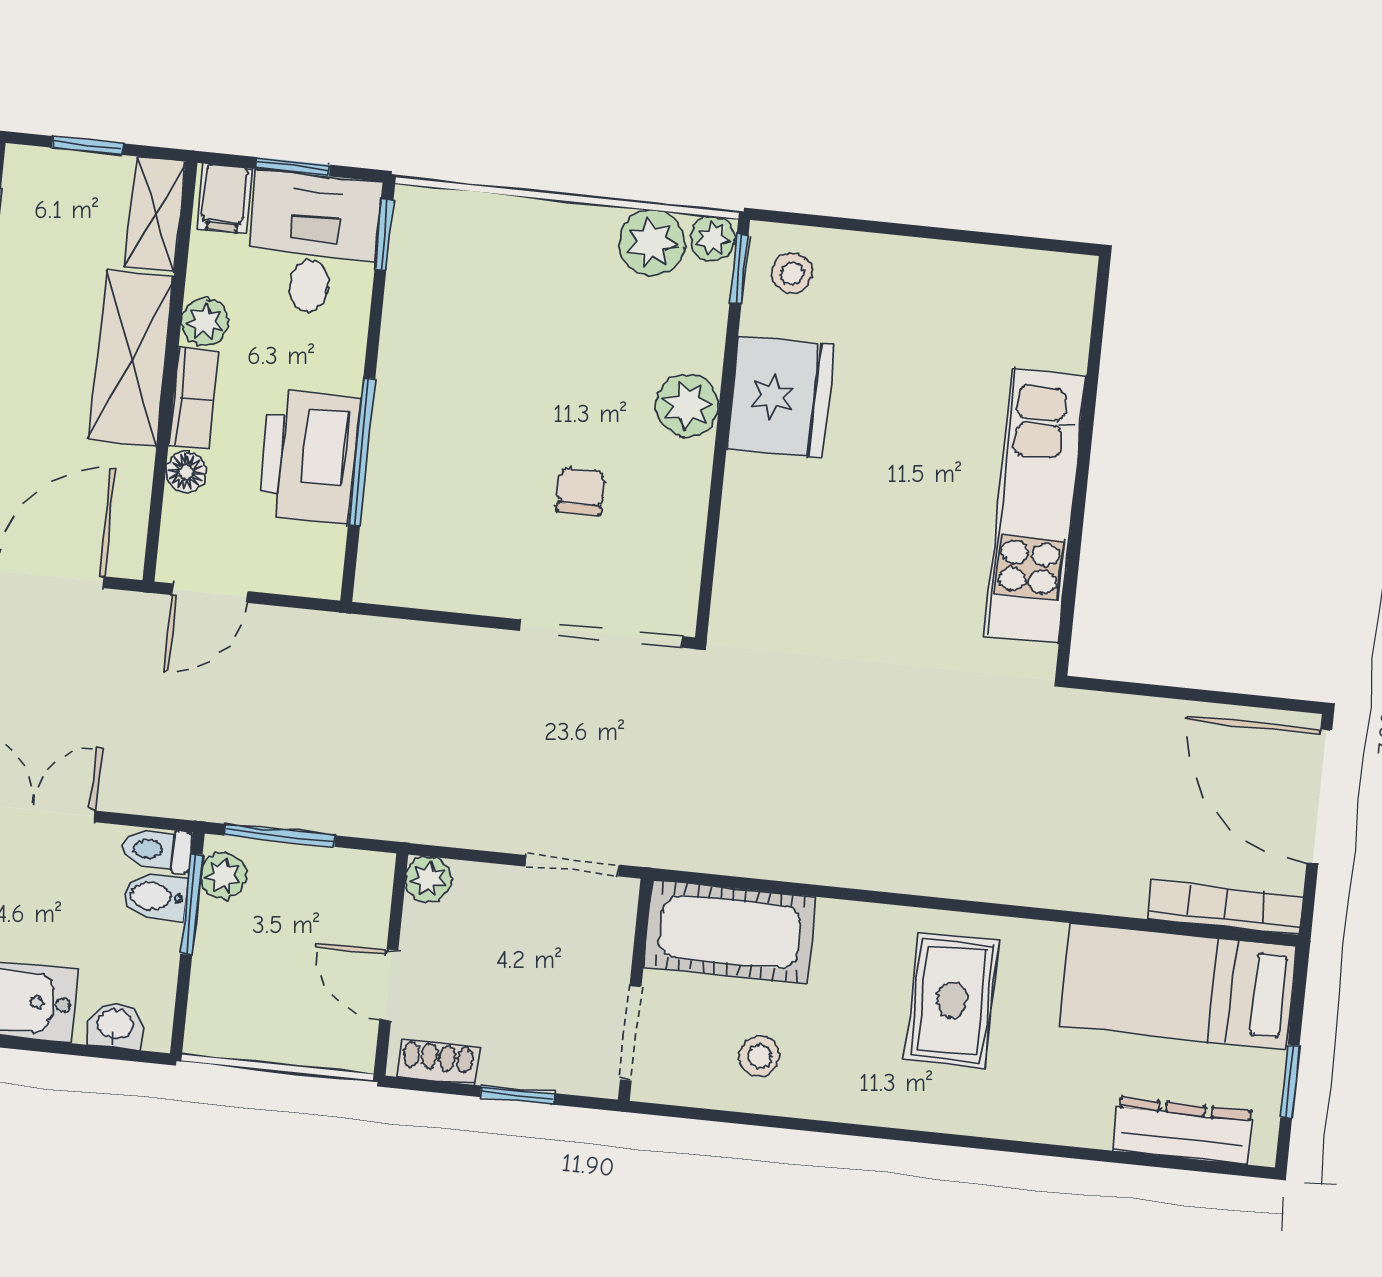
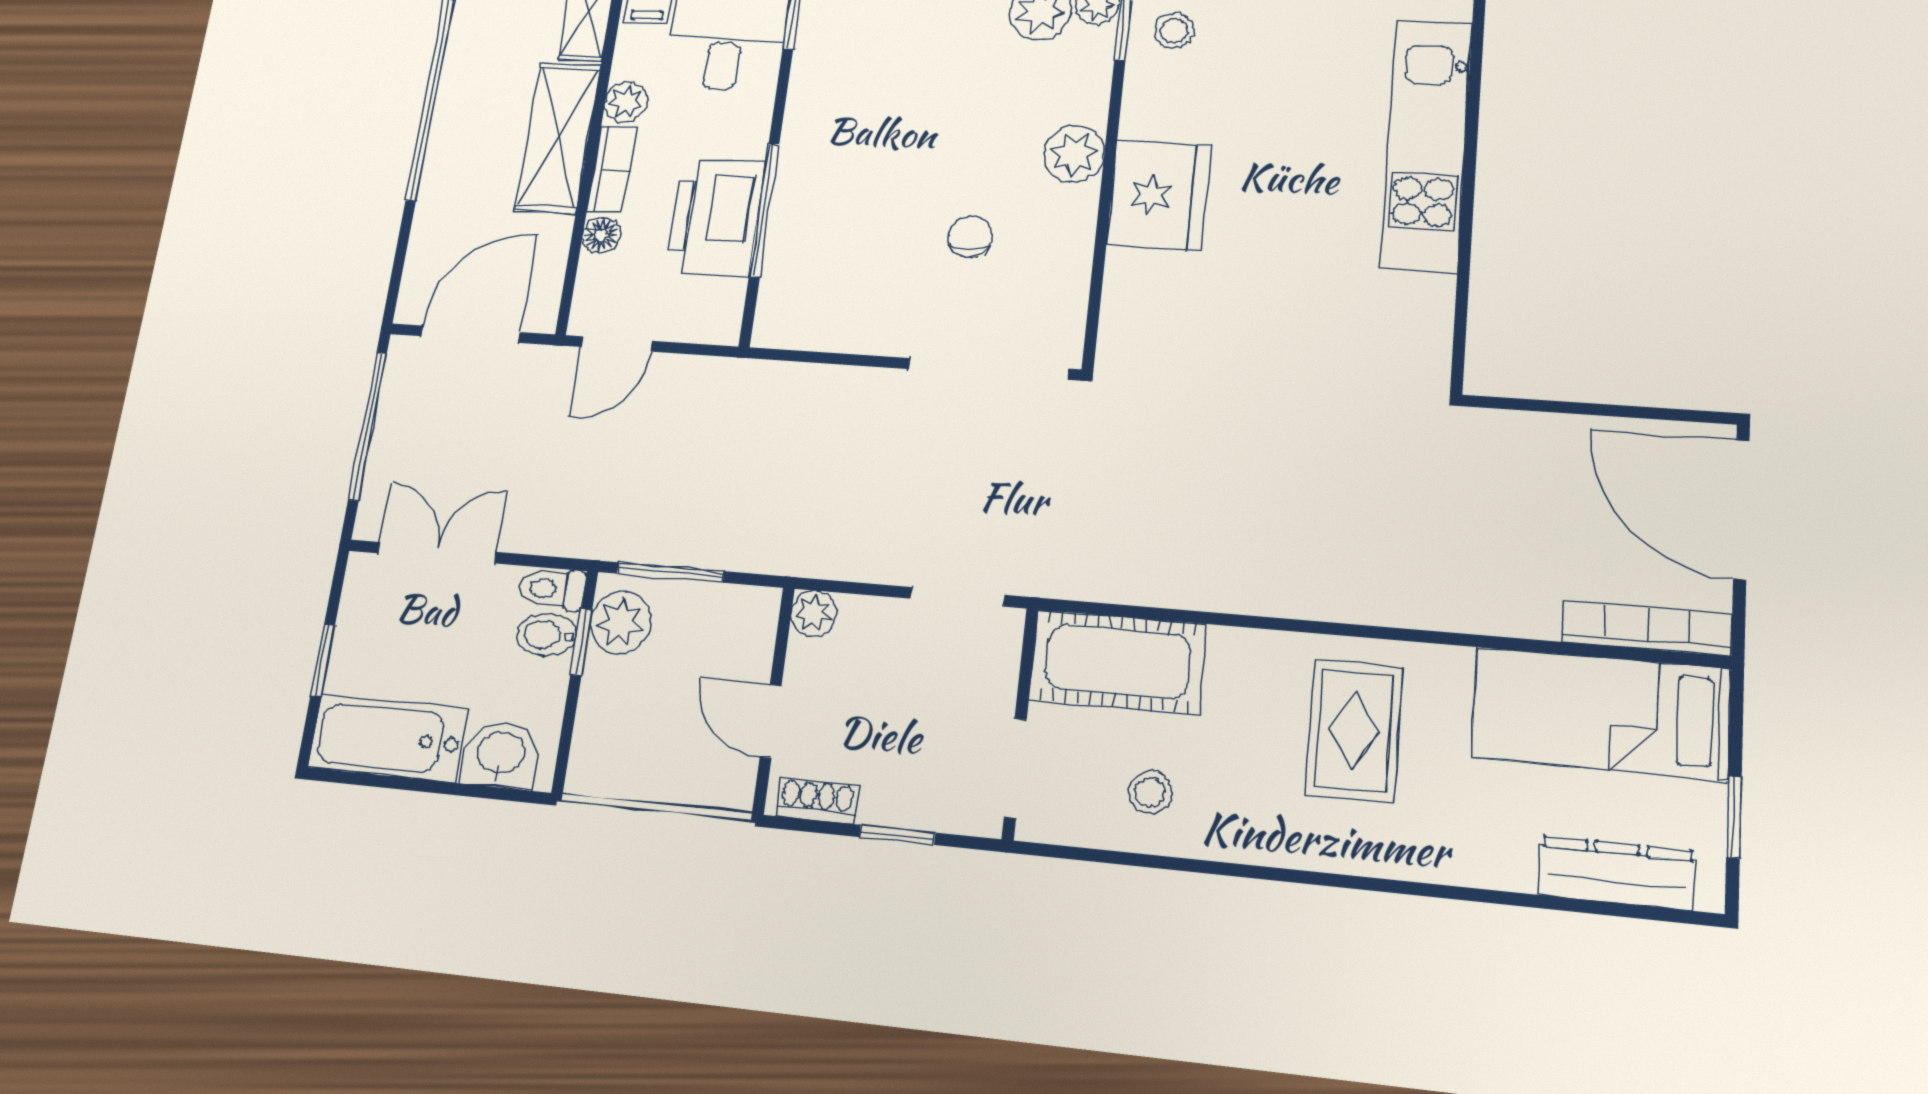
fridge: (780, 397) -> (1159, 195), moved
kitchen unit: (1035, 505) -> (1427, 144), moved
plant: (223, 876) -> (620, 623), width x1.38, depth x1.38
window: (191, 904) -> (581, 642), width x0.67
washbasin: (115, 1025) -> (501, 755), width x1.38, depth x1.45

